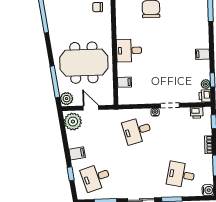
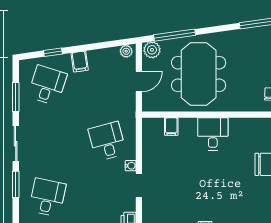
plant: (73, 122) -> (126, 51), width x0.53, depth x0.53
desk: (96, 177) -> (47, 85), turned 36

